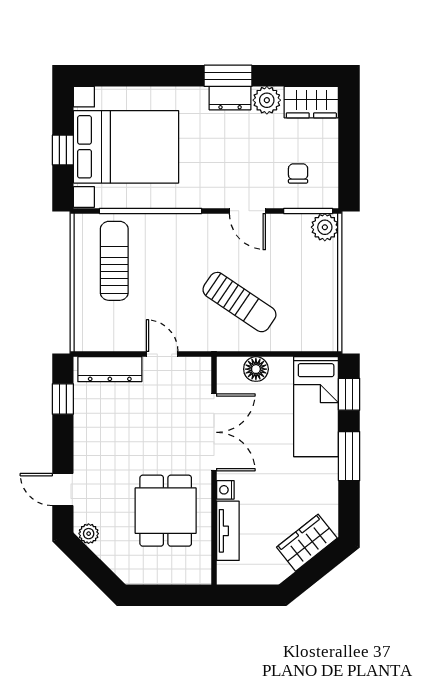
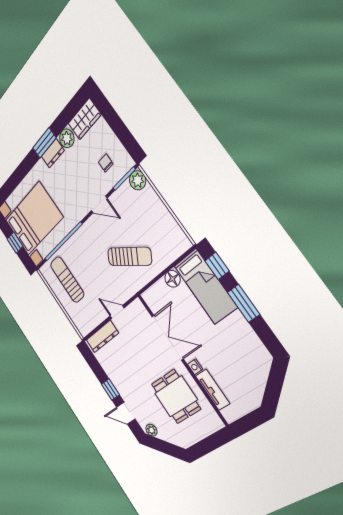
floor lamp: (256, 369) -> (173, 279), moved
window: (63, 399) -> (110, 389), moved
wardrobe: (307, 543) -> (258, 372), removed

